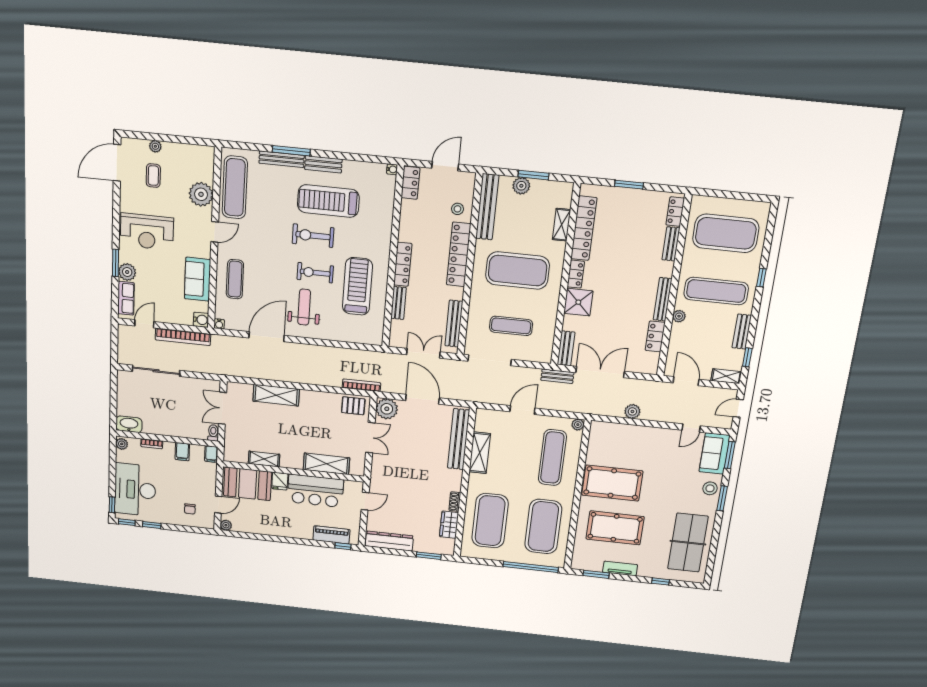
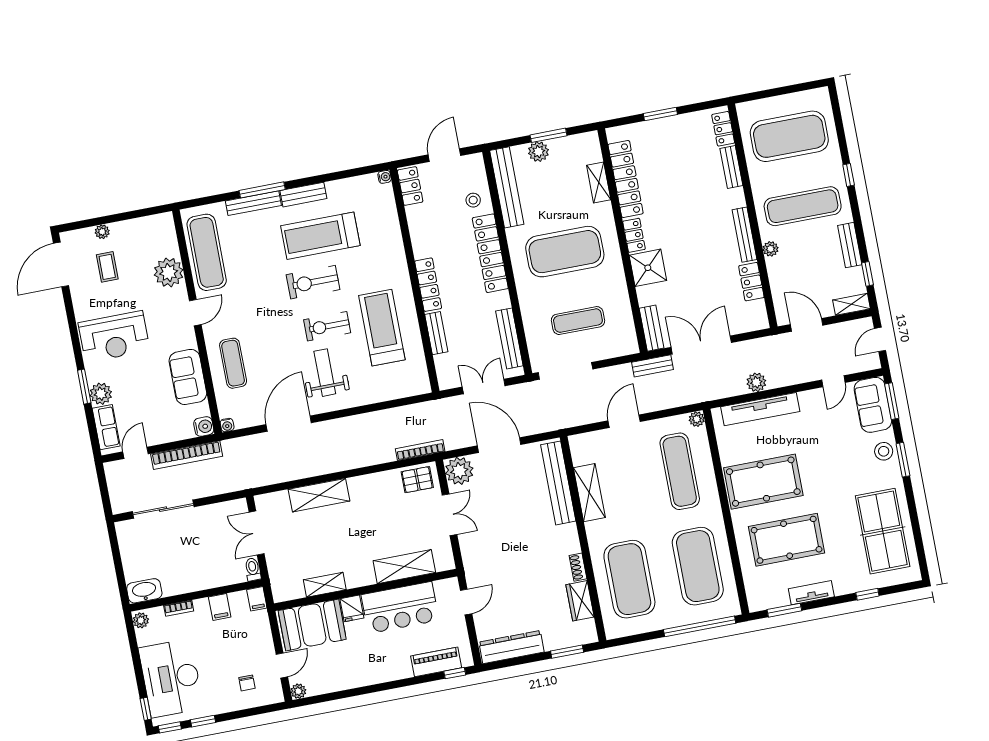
tv unit: (628, 432) -> (760, 409), added

